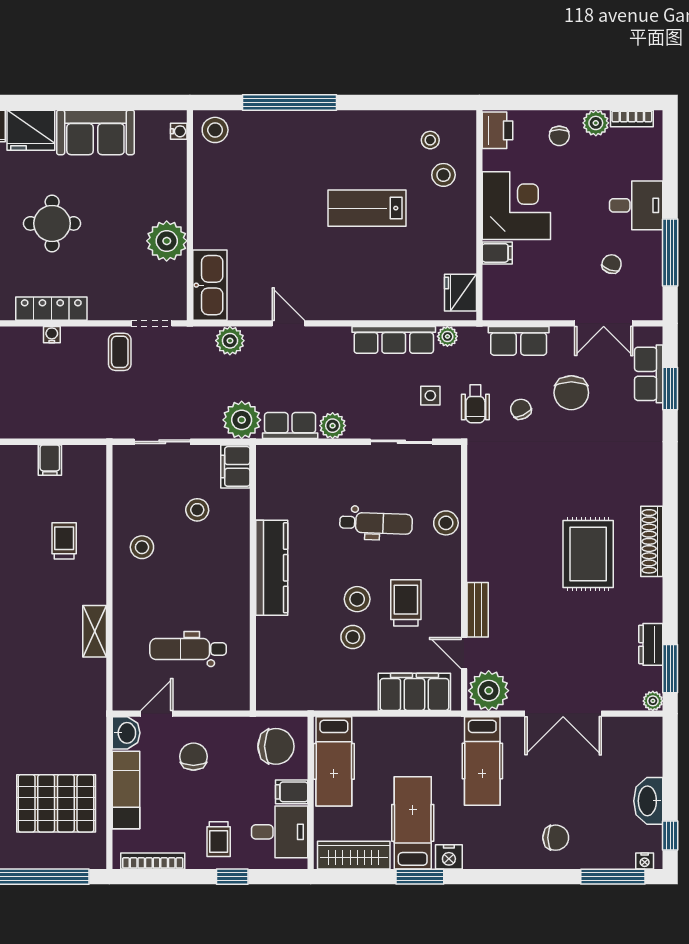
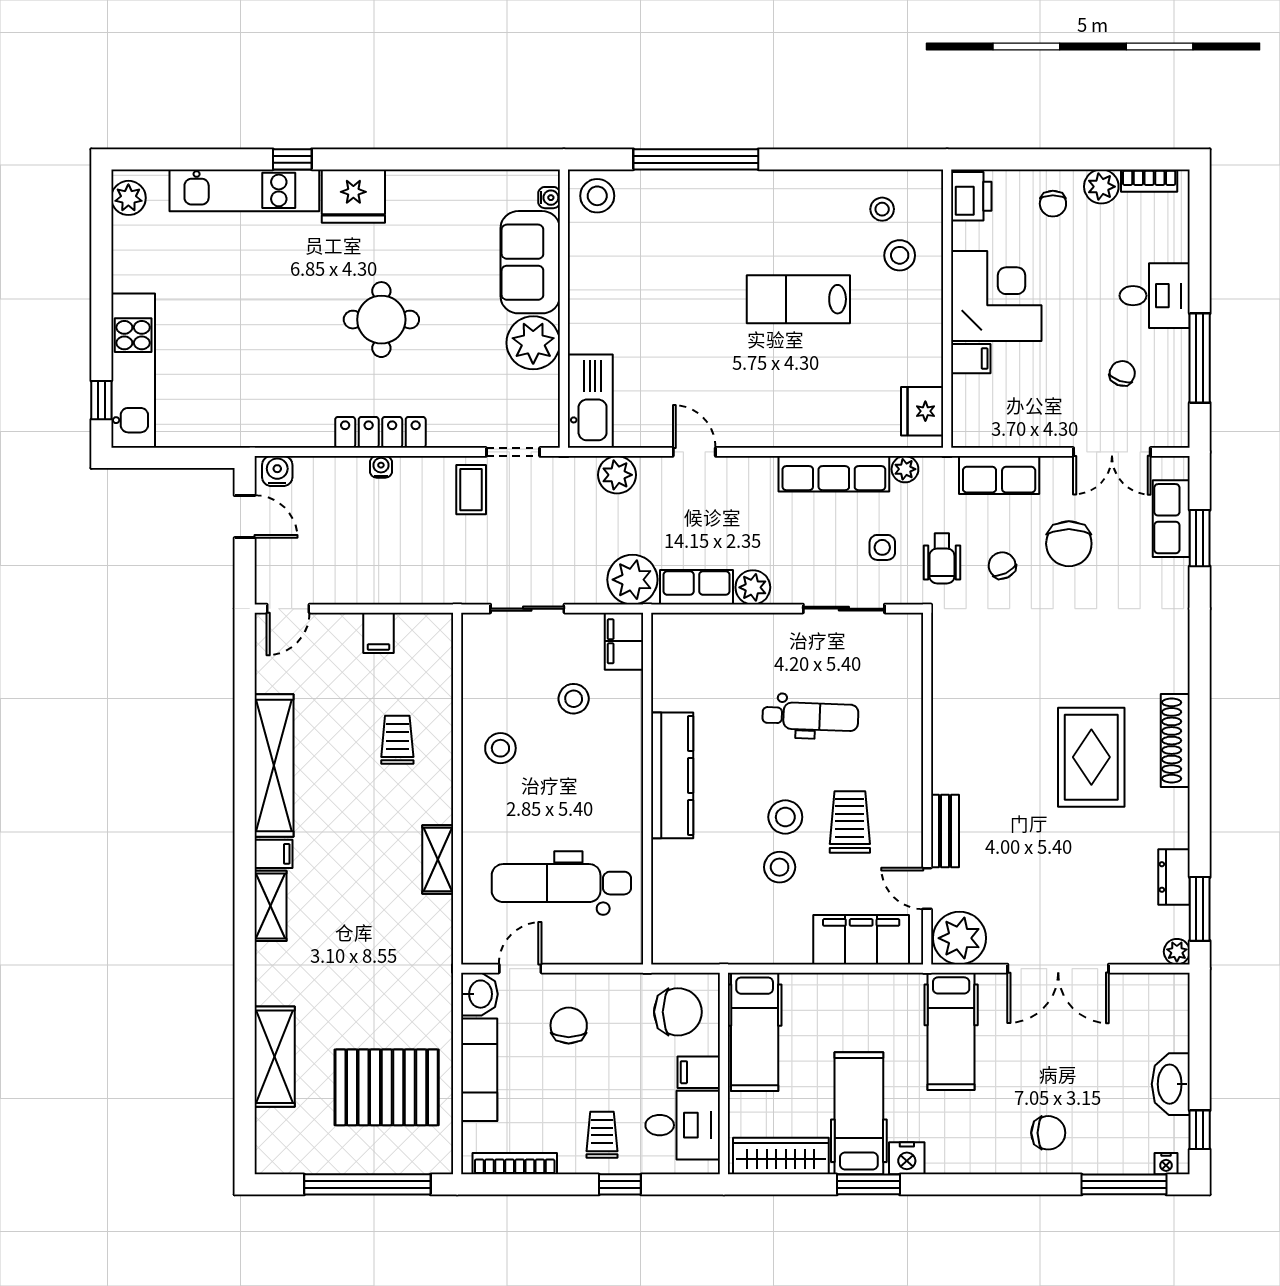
sofa: (95, 132) -> (530, 262), moved, turned 90
stool: (446, 523) -> (903, 716), removed
dental chair: (188, 649) -> (561, 883), width x1.36, depth x1.38
trolley: (219, 839) -> (602, 1135), turned 180

